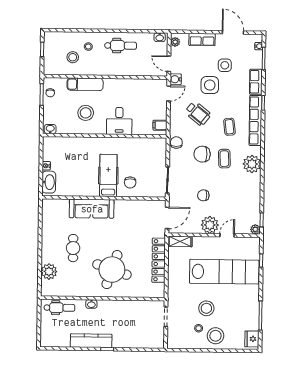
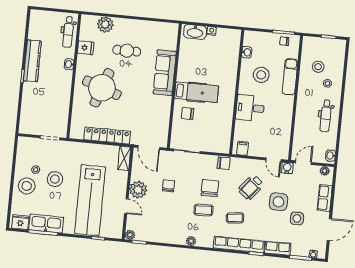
washbasin: (50, 129) -> (247, 52), moved
plant: (252, 164) -> (191, 241), width x0.53, depth x0.53
fridge: (74, 289) -> (86, 48), added
kitchen sink: (251, 313) -> (46, 224), added

